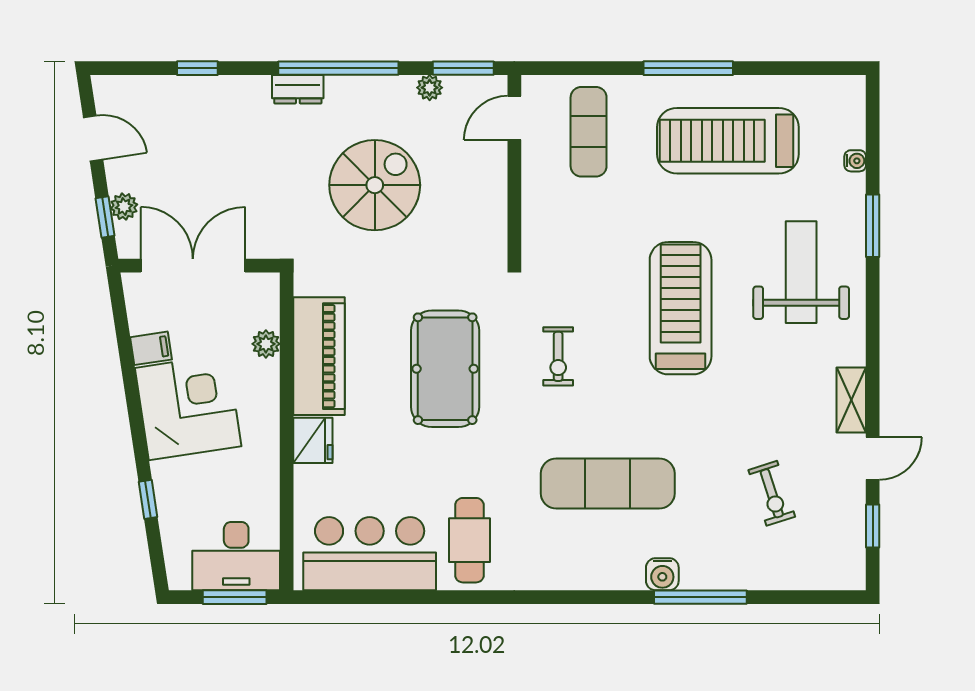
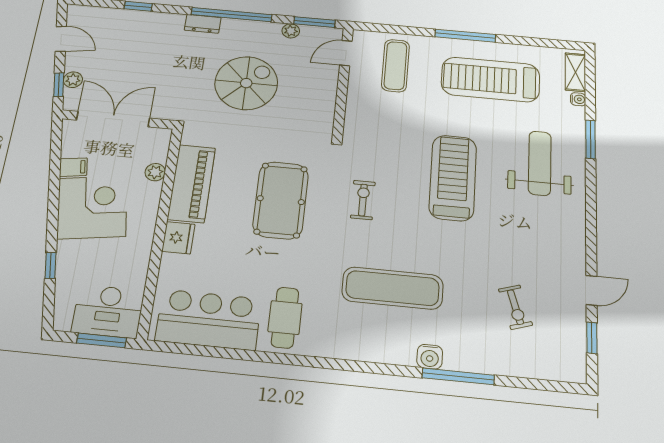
exercise bike: (558, 356) -> (363, 200), turned 180
shelving: (851, 400) -> (575, 72), moved

